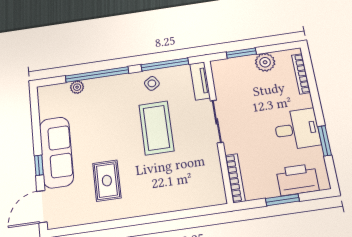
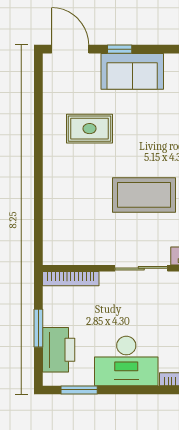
desk: (297, 129) -> (126, 361), width x1.37
window: (324, 141) -> (79, 390), moved
sofa: (56, 152) -> (132, 71), width x0.73

